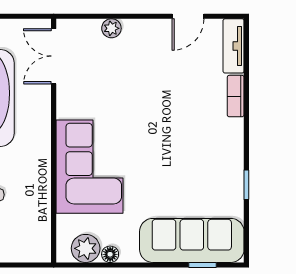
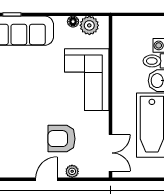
door: (188, 16) -> (47, 179), moved
armchair: (127, 78) -> (62, 139), added

